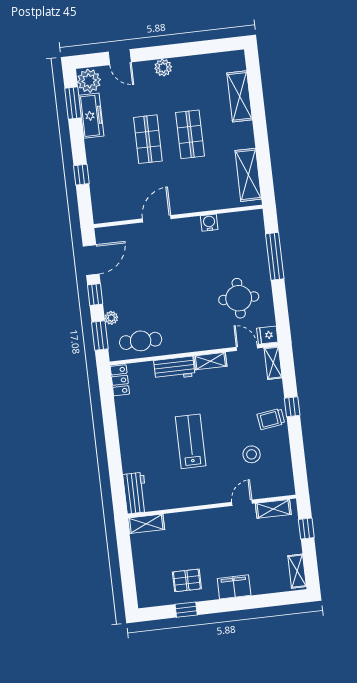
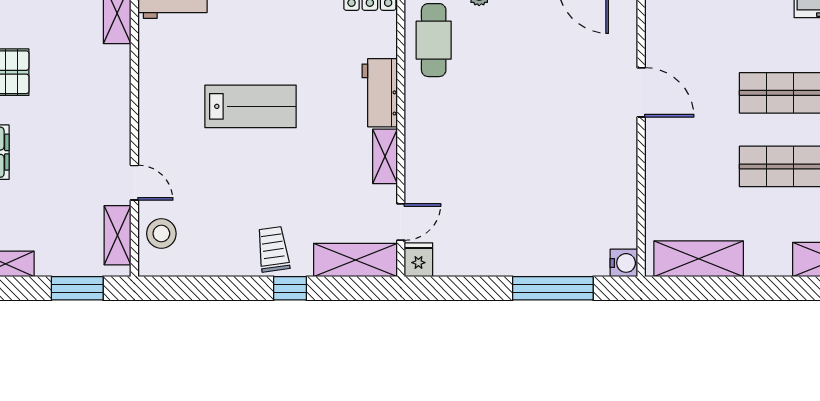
water cooler: (209, 223) -> (624, 263), moved
round table: (239, 298) -> (488, 218), removed
shelving: (273, 363) -> (355, 260), width x1.50, depth x1.33
stool: (252, 454) -> (161, 234), moved
window: (306, 528) -> (77, 288), width x1.50

